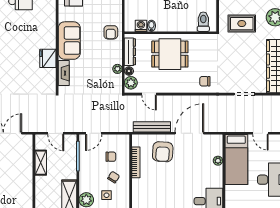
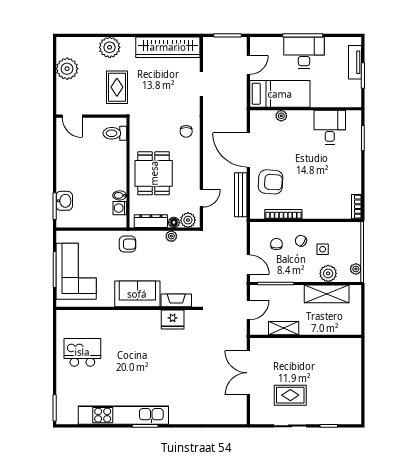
fridge: (48, 58) -> (173, 320), moved

